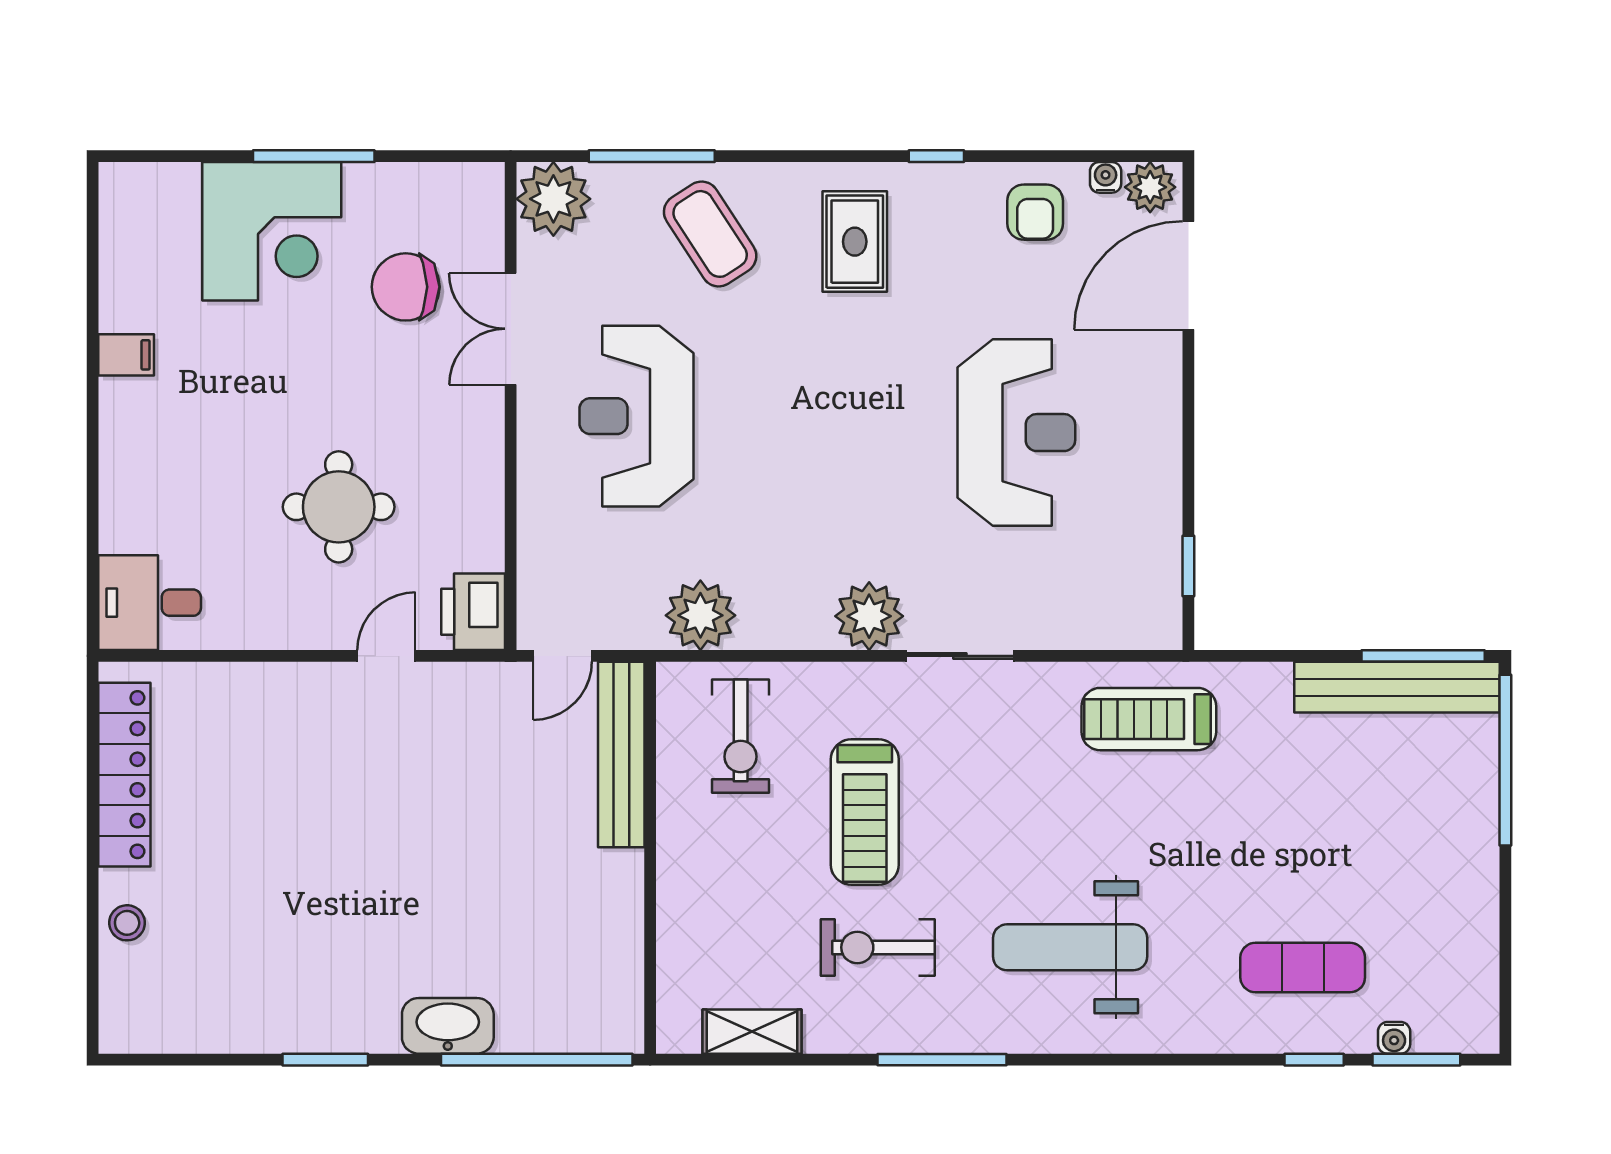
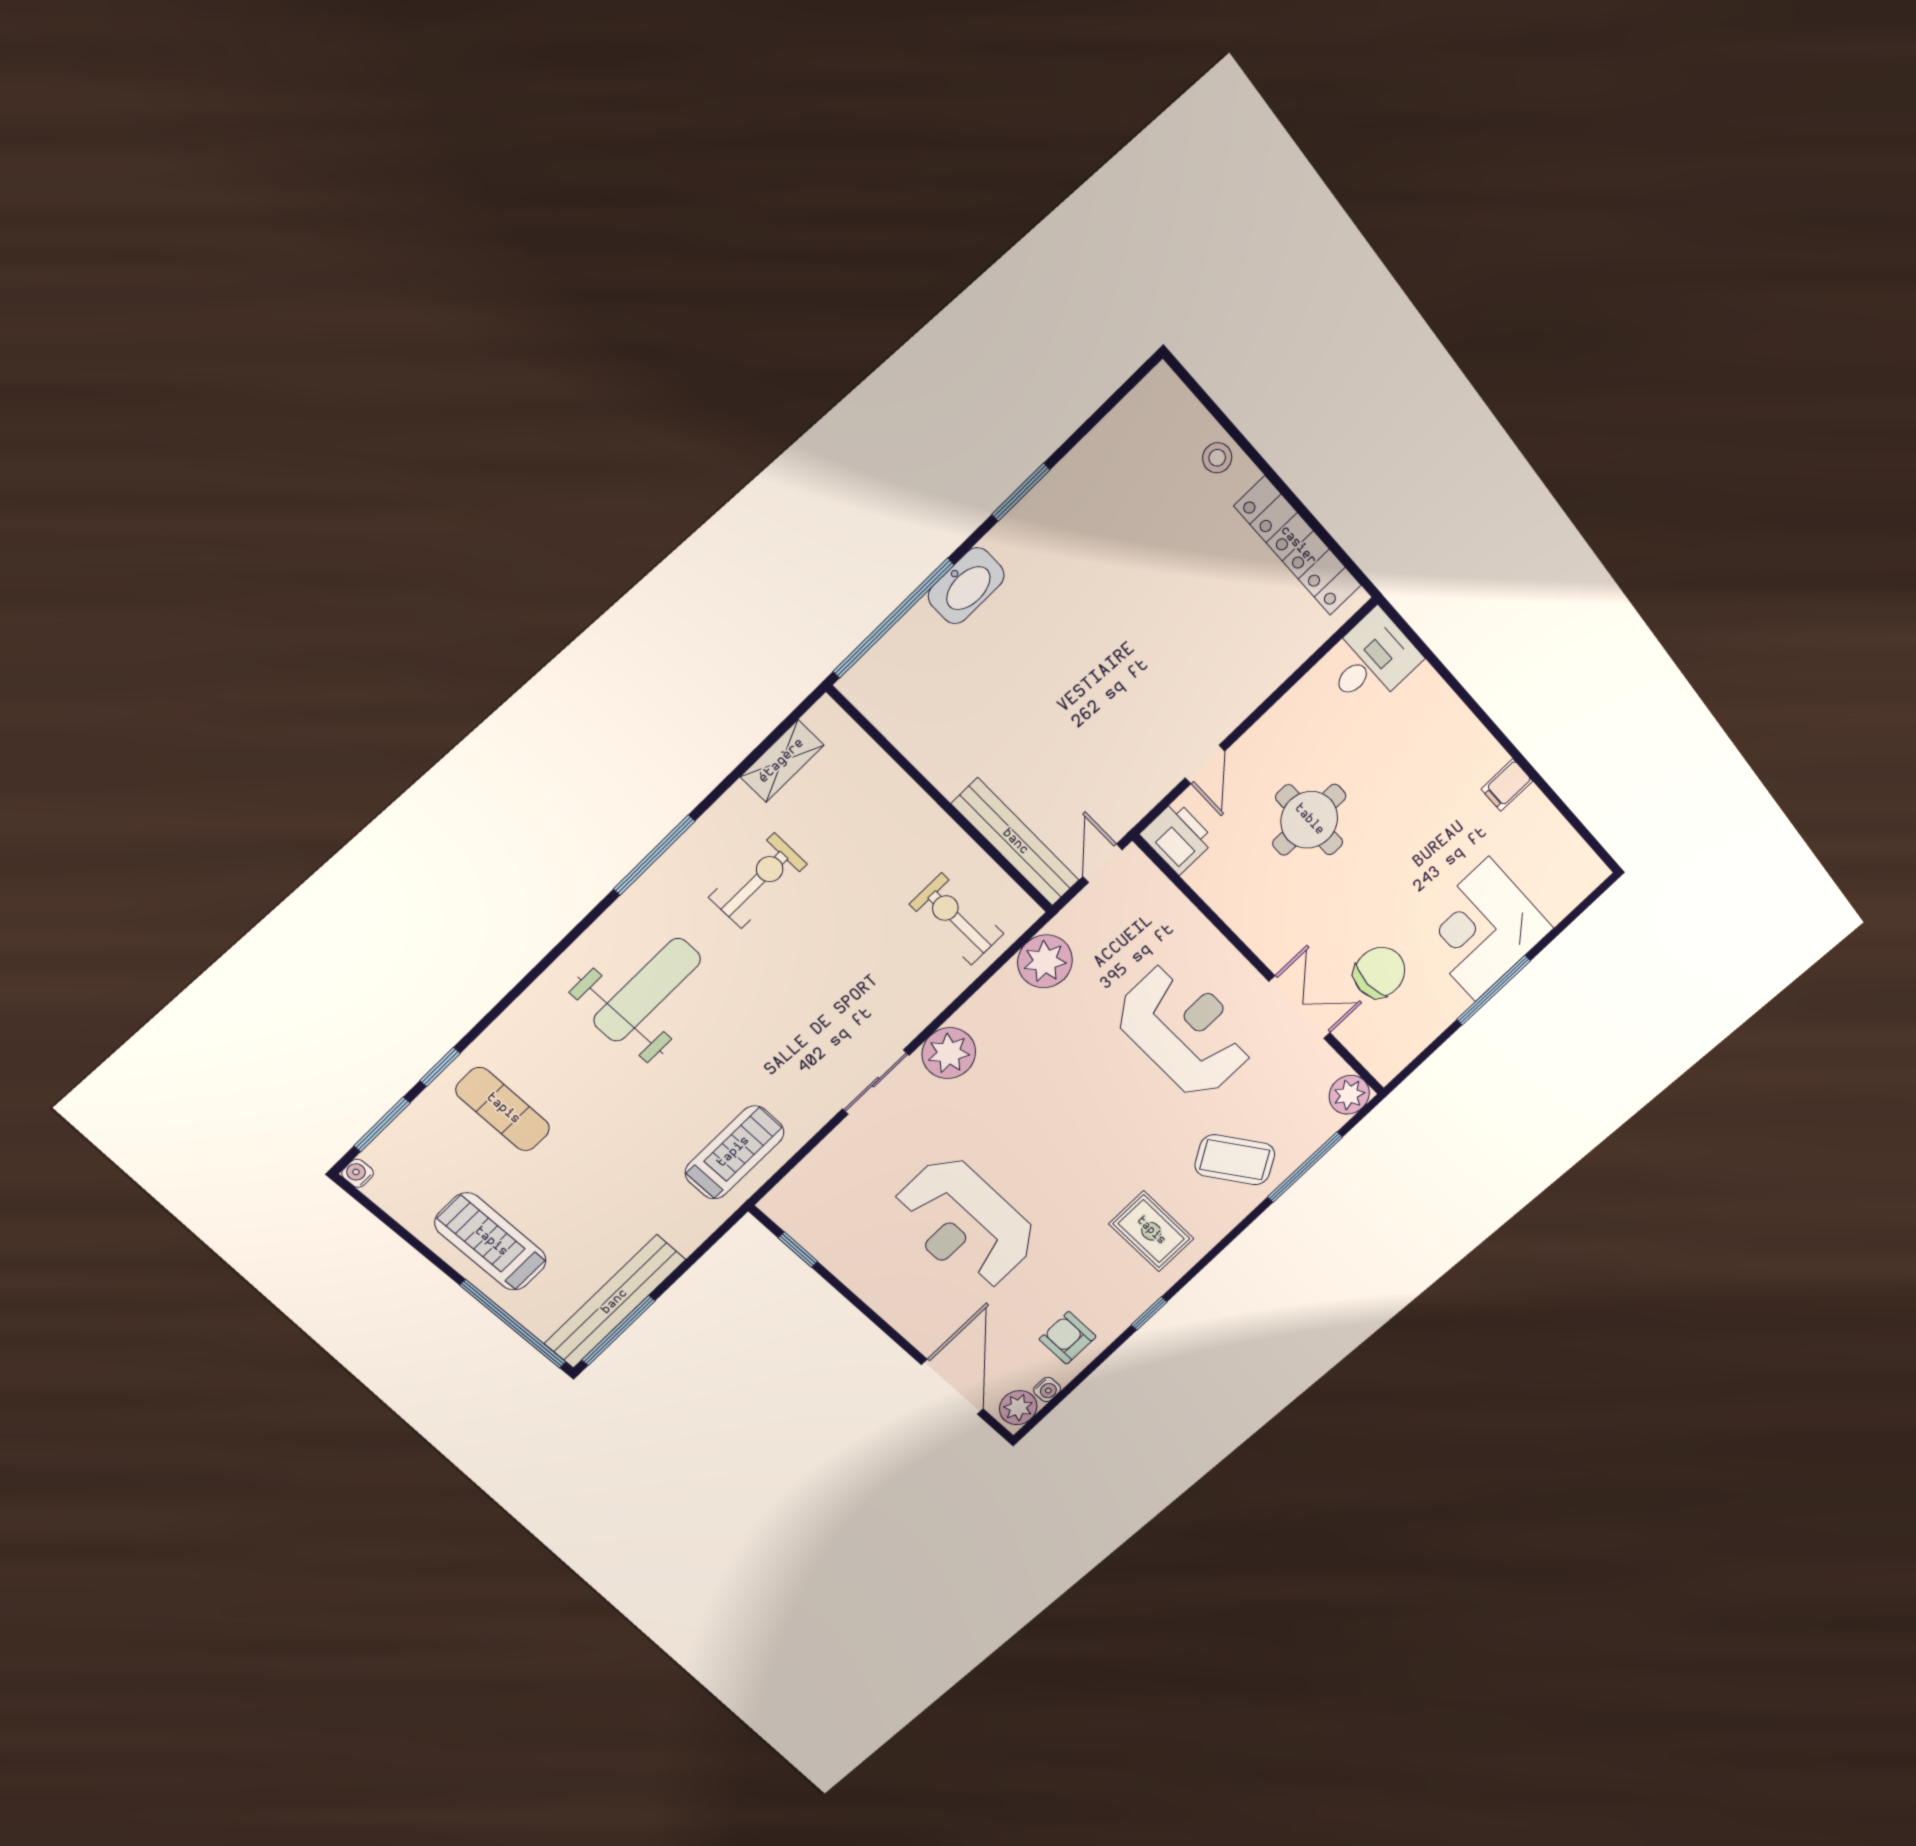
plant: (553, 199) -> (1349, 1095), width x0.73, depth x0.73
treadmill: (865, 812) -> (491, 1242), moved
exercise mat: (1303, 967) -> (503, 1109), turned 90
water cooler: (1394, 1038) -> (358, 1173), moved

